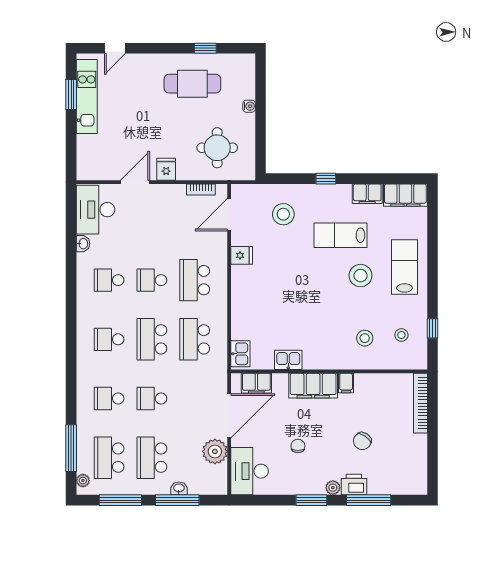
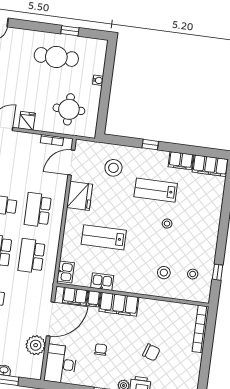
fridge: (242, 255) -> (80, 196), width x1.88, depth x1.34
lab bench: (405, 267) -> (104, 237), moved, turned -90
stool: (361, 276) -> (167, 224), width x0.53, depth x0.53
filing cabinet: (346, 383) -> (93, 299), moved
chair: (362, 441) -> (151, 352), turned -106

